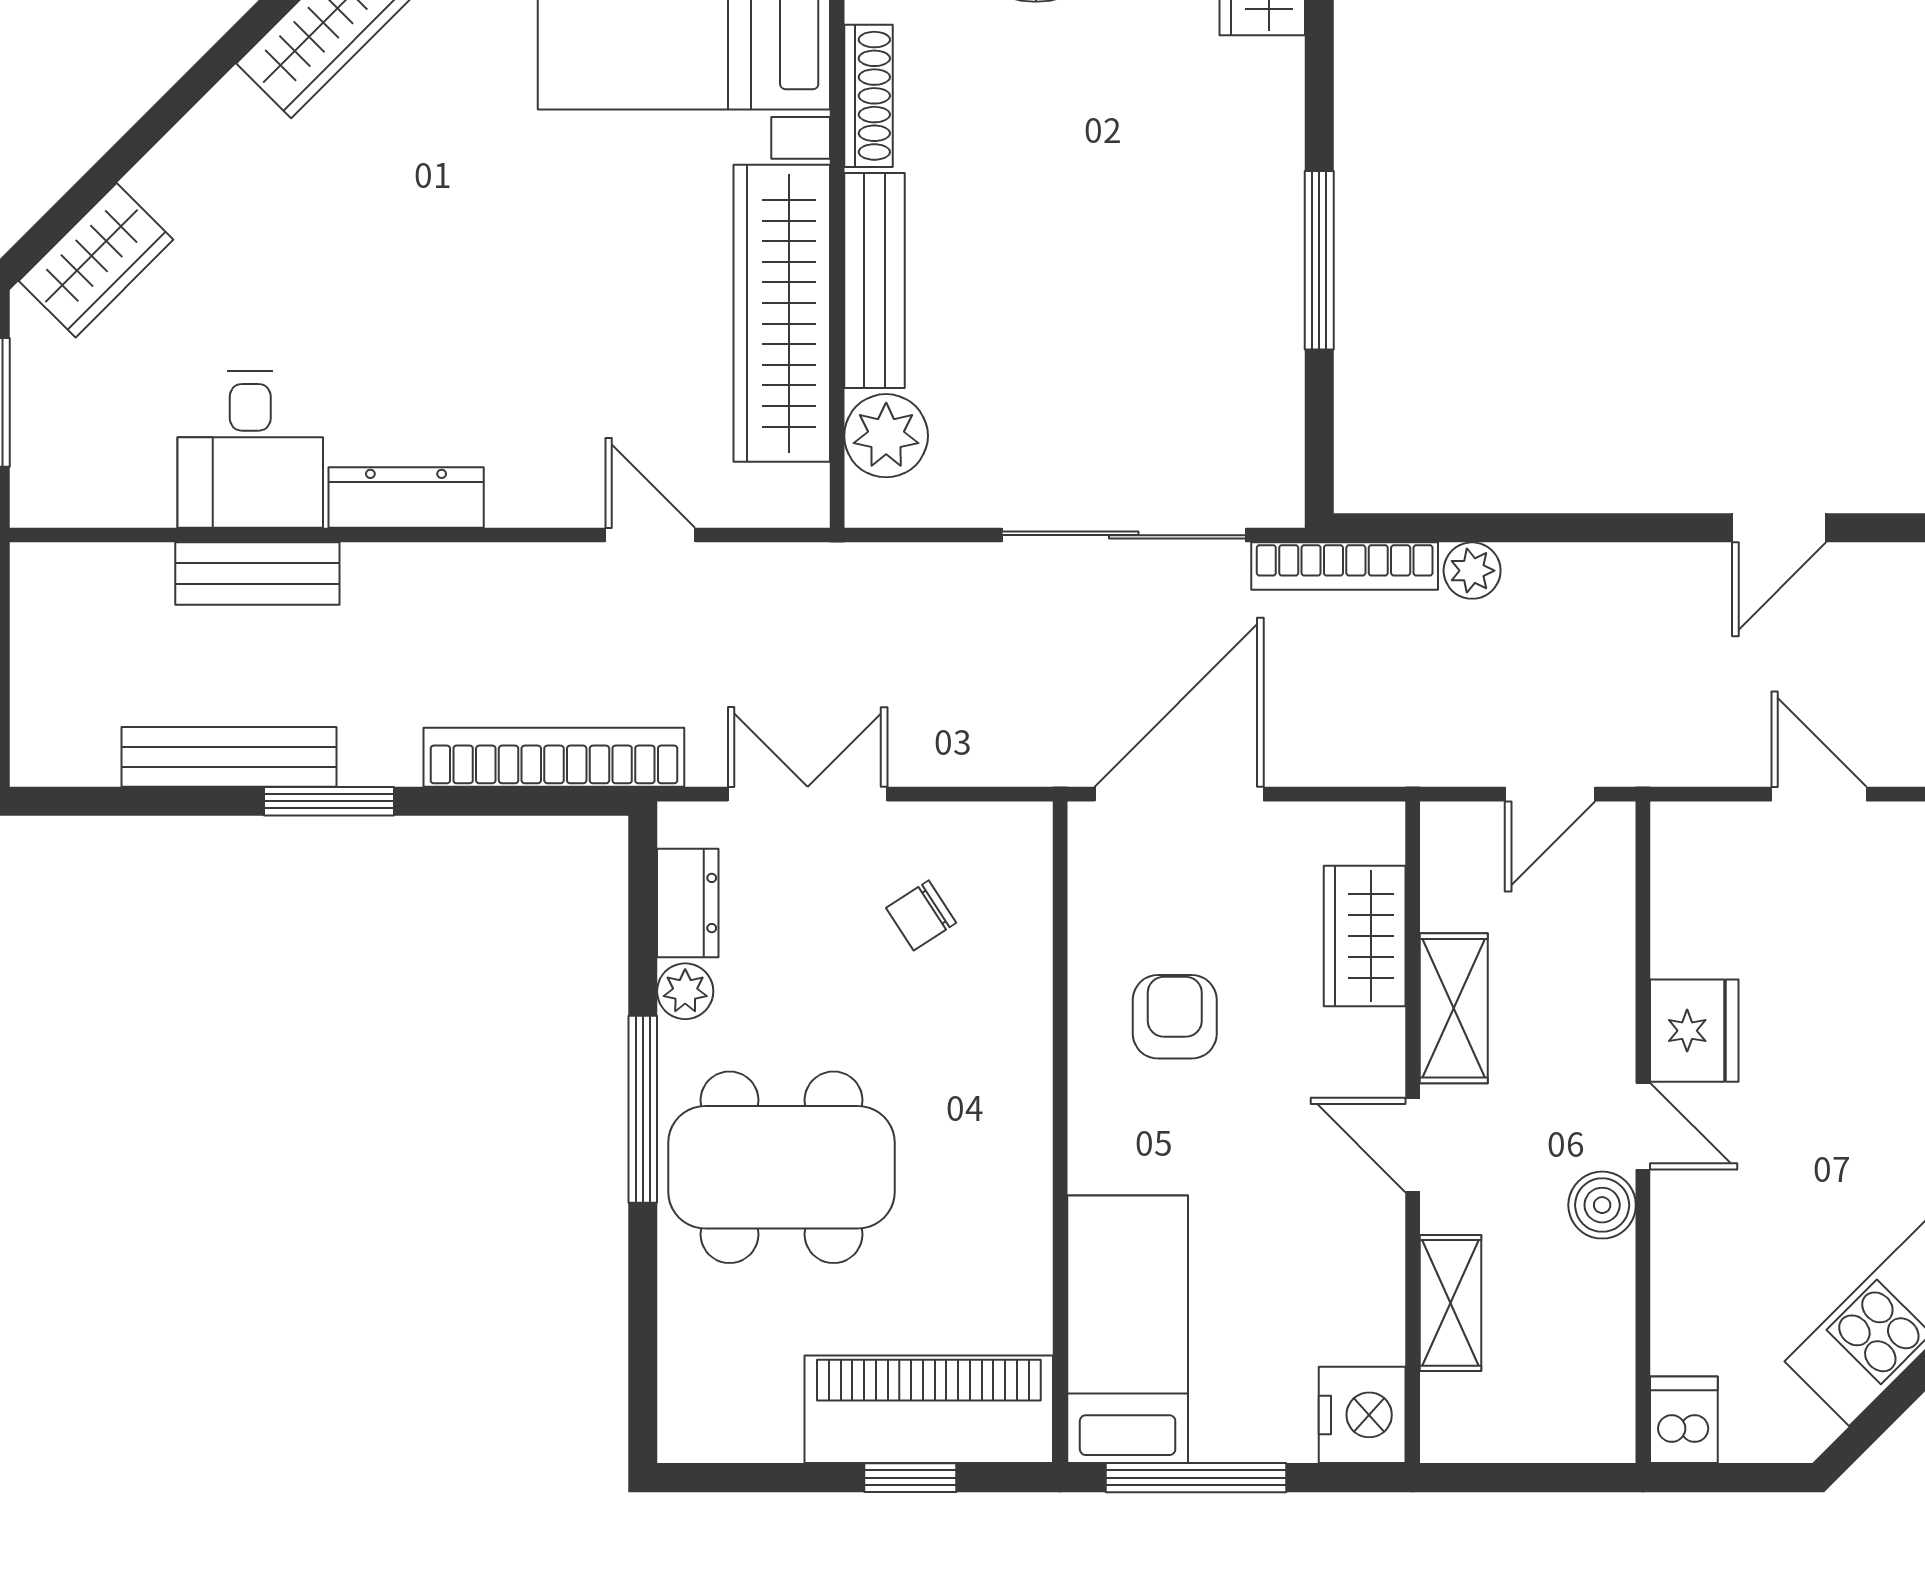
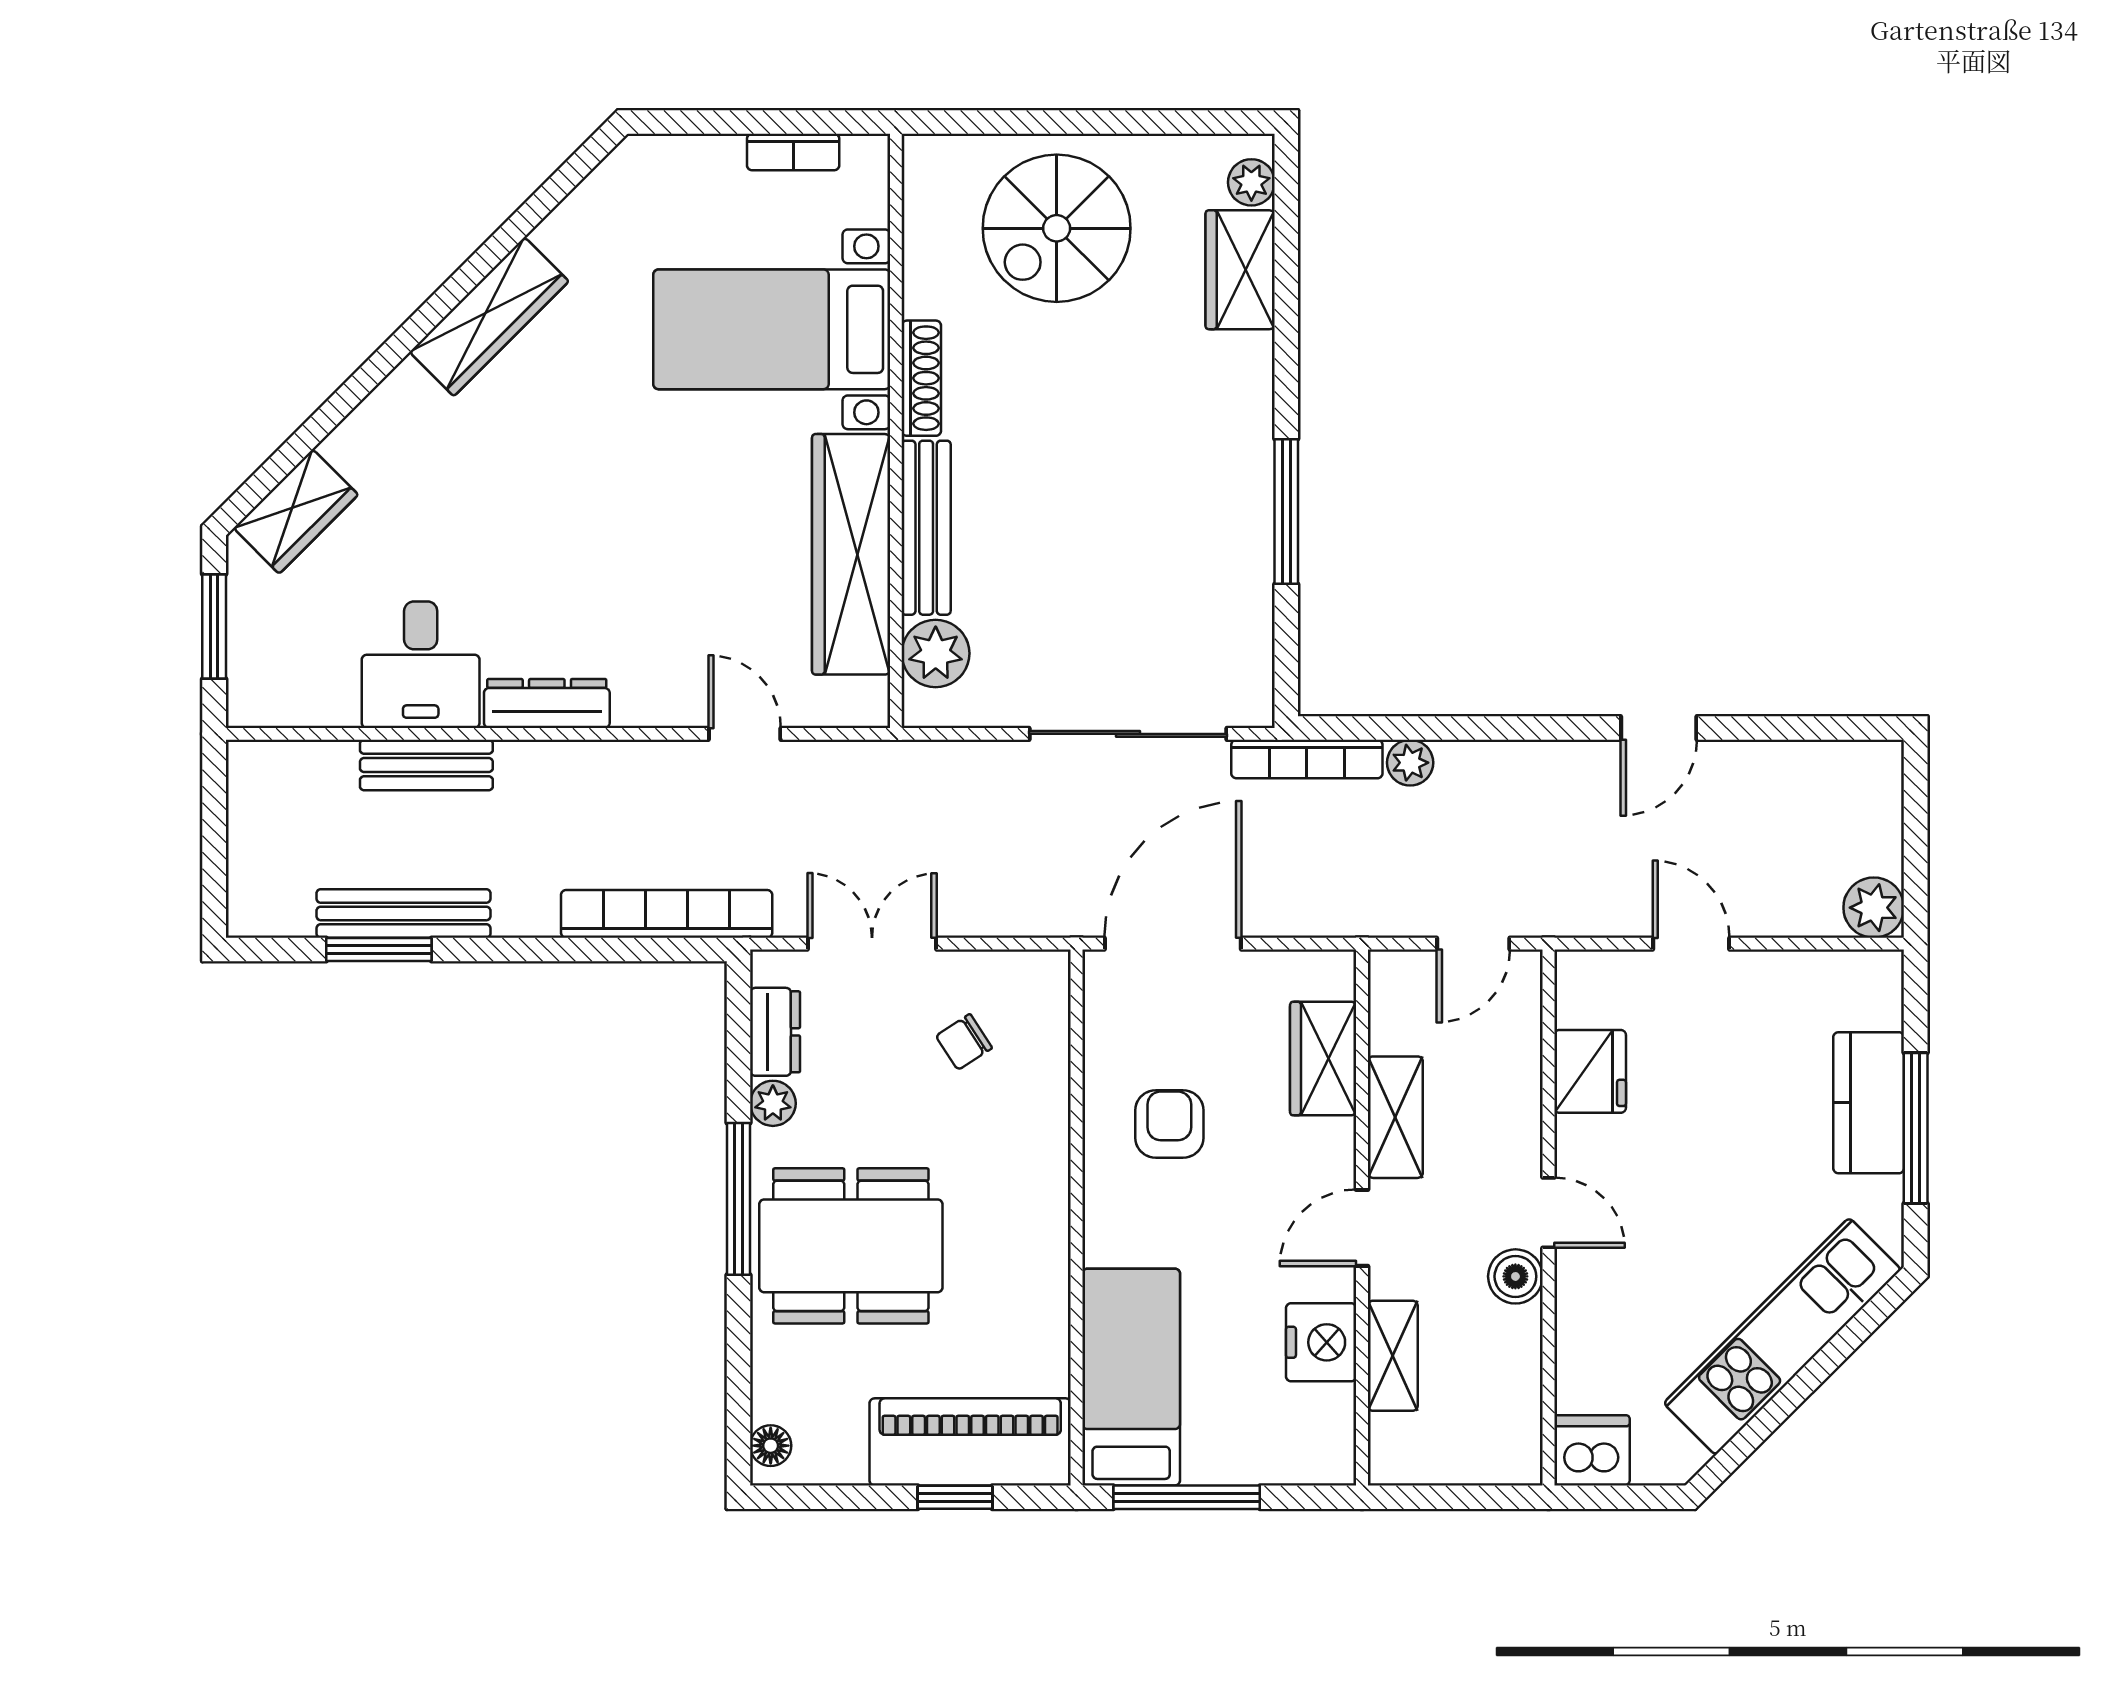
window: (329, 801) -> (379, 949), moved
fridge: (1694, 1031) -> (1590, 1071), moved
door: (1413, 1145) -> (1362, 1228), hinge flipped
floor lamp: (682, 1414) -> (771, 1446), added
nightstand: (1362, 1415) -> (1321, 1342), moved
dishwasher: (1684, 1420) -> (1592, 1450), width x1.38

